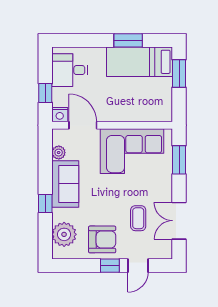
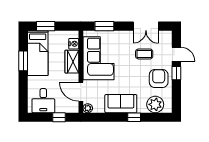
wardrobe: (127, 112) -> (72, 62), added
nightstand: (60, 115) -> (74, 44), moved
door: (83, 125) -> (81, 92), hinge flipped
plant: (59, 153) -> (88, 108), moved

